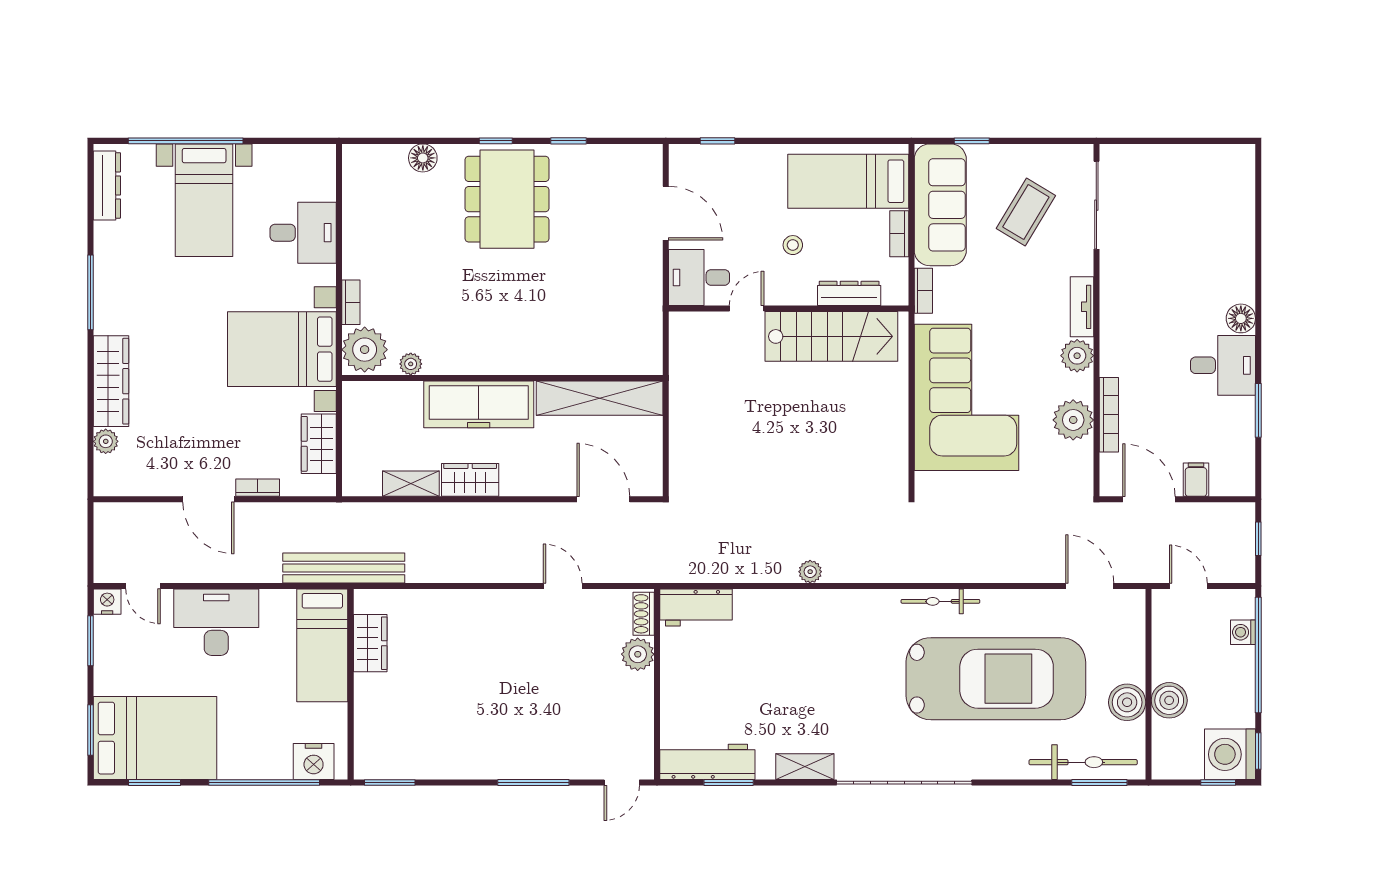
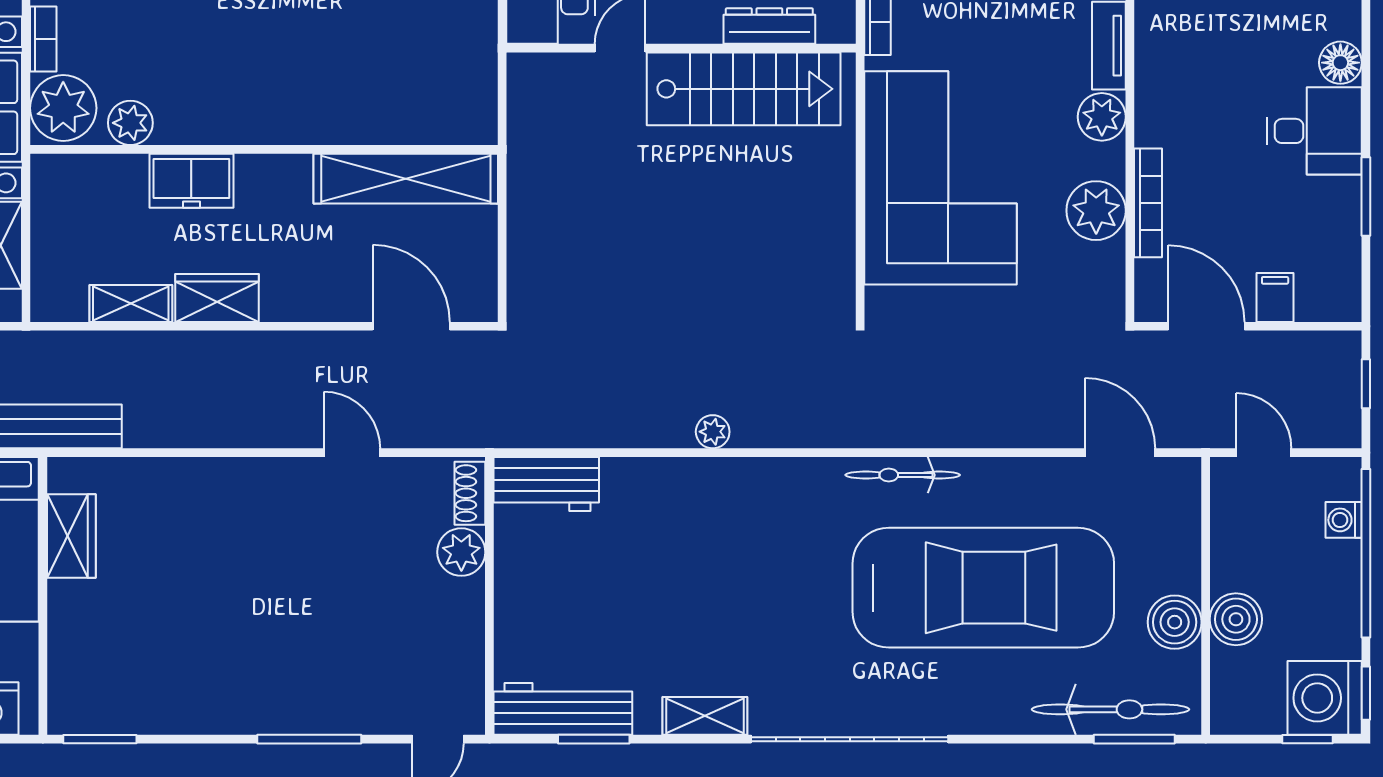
plant: (411, 364) -> (130, 123), width x1.38, depth x1.38
freezer: (479, 404) -> (191, 181), width x0.52, depth x0.79

